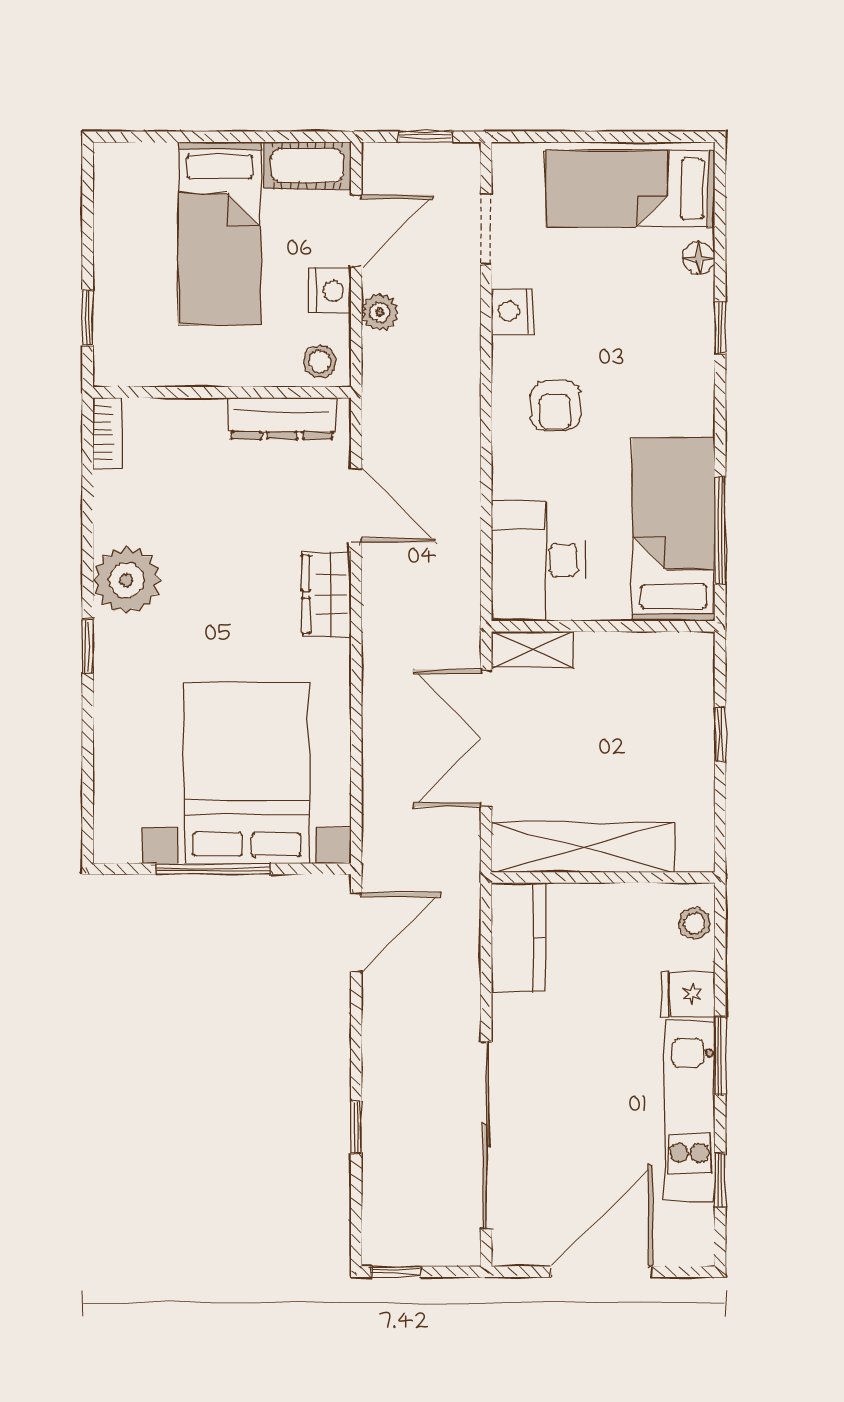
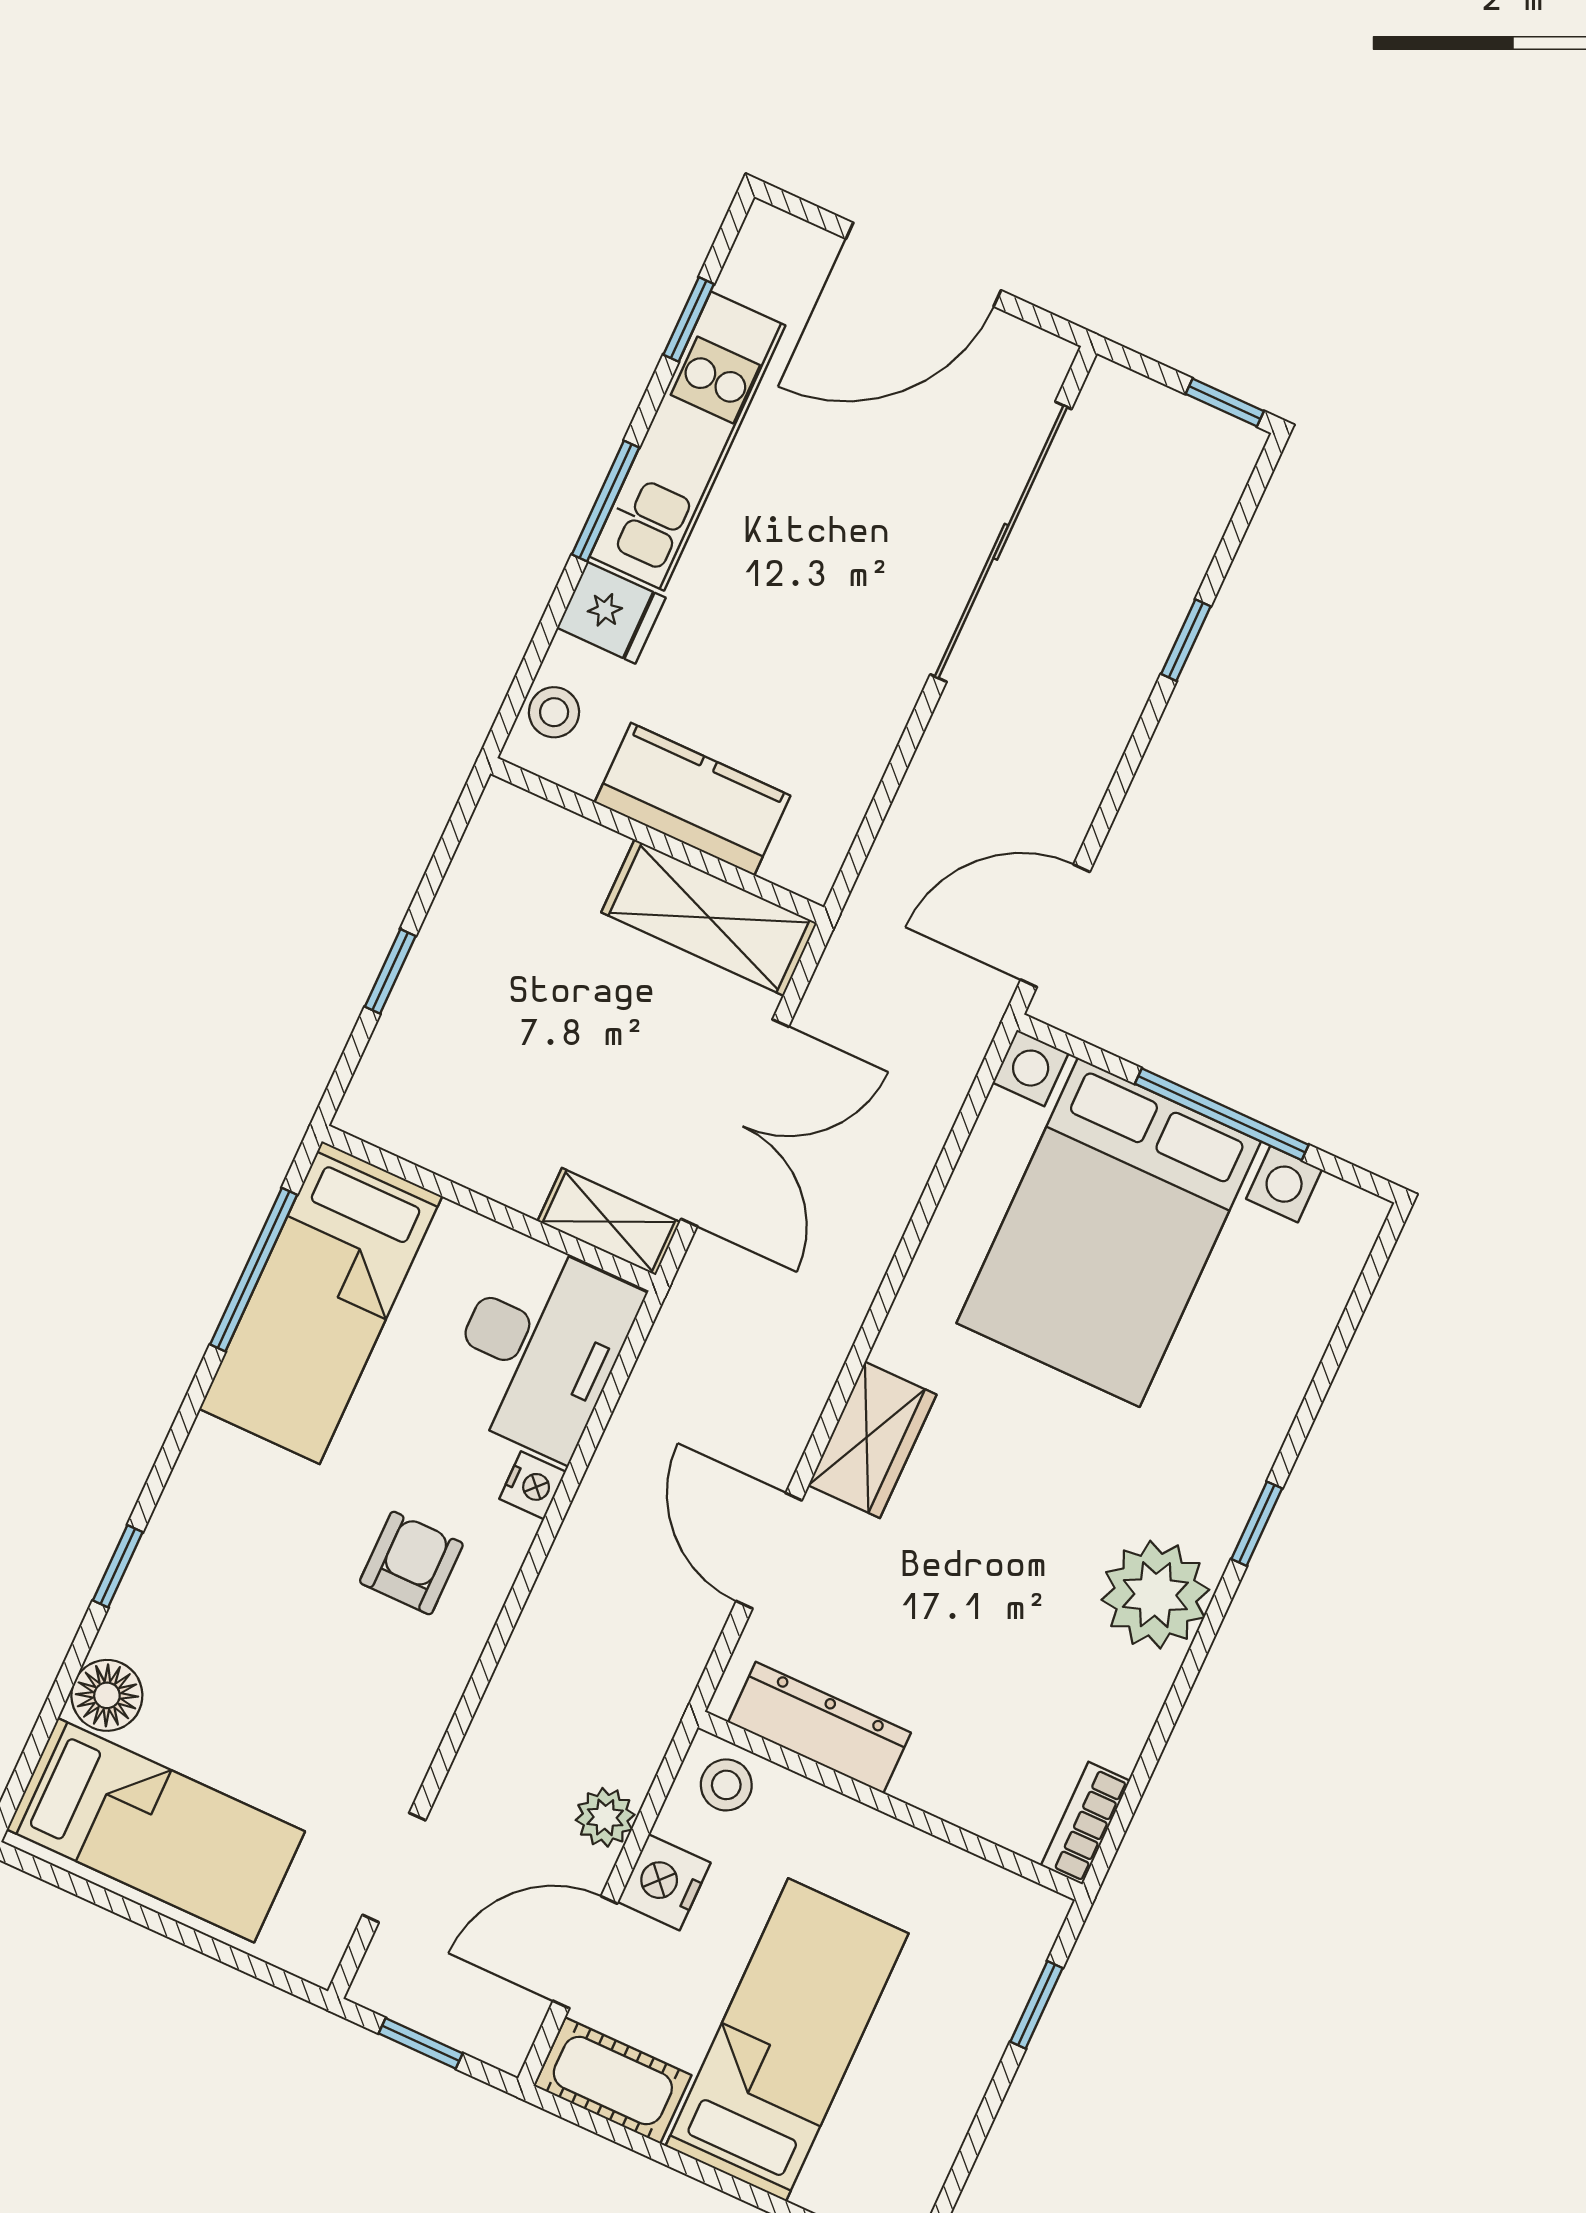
floor lamp: (699, 258) -> (107, 1695), width x1.37, depth x1.37
nightstand: (512, 311) -> (533, 1485), moved, width x0.72, depth x0.74
shelving: (583, 847) -> (709, 918), width x0.68
kitchen counter: (519, 937) -> (692, 799), moved, turned 90

